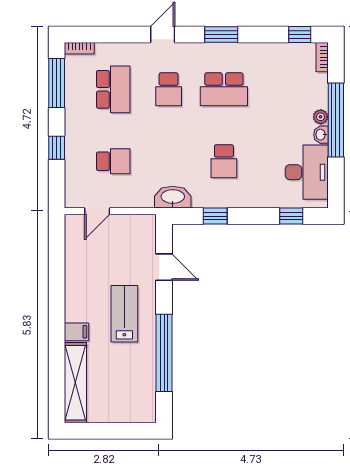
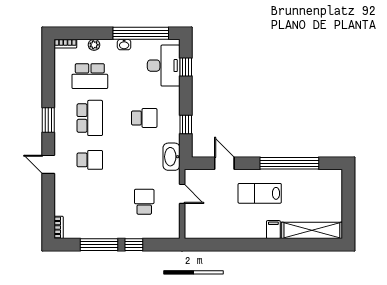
window: (300, 34) -> (48, 61), removed
window: (57, 83) -> (99, 245), moved
school desk: (113, 89) -> (90, 76), moved, turned 180
plant: (321, 117) -> (94, 45), moved
window: (336, 120) -> (141, 33), moved
desk: (307, 172) -> (164, 66), moved, turned 90
door: (97, 211) -> (182, 194), moved
door: (164, 267) -> (224, 163), hinge flipped

